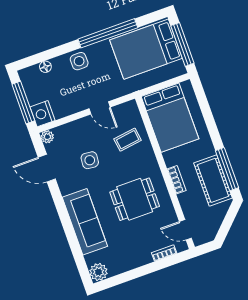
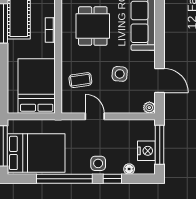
window: (59, 51) -> (112, 179), added
nightstand: (42, 114) -> (146, 151), moved
dining table: (135, 199) -> (93, 26), turned 90

